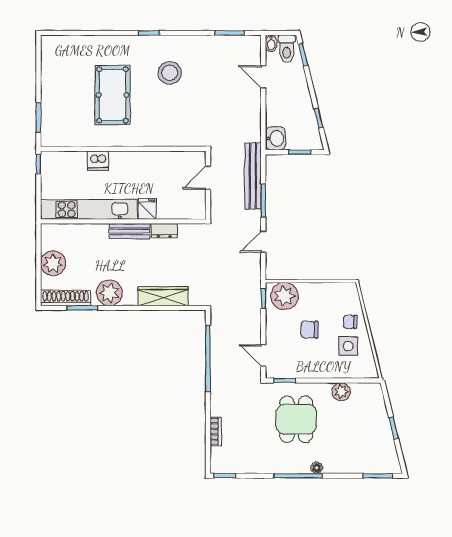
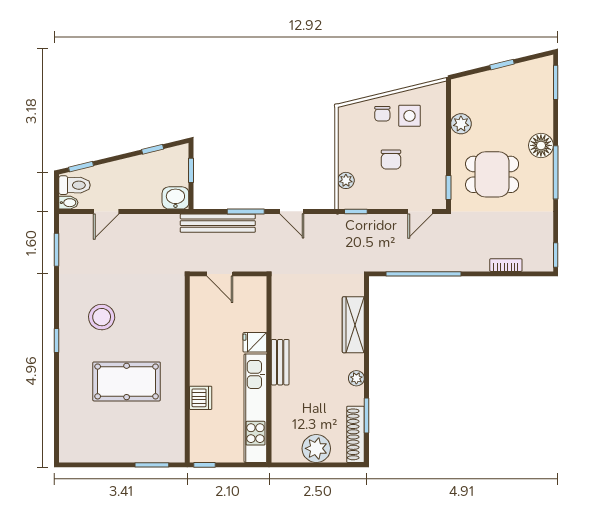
dresser: (164, 231) -> (280, 323), removed
plant: (109, 293) -> (356, 378), width x0.53, depth x0.53
plant: (284, 296) -> (346, 180), width x0.53, depth x0.53
floor lamp: (317, 468) -> (541, 145), width x1.89, depth x1.89

